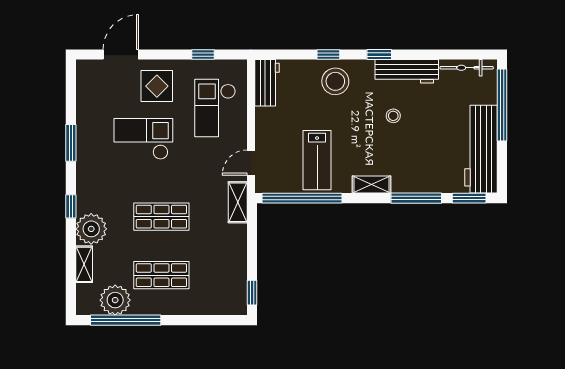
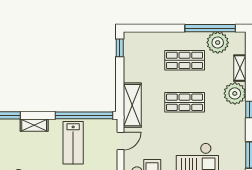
lab bench: (317, 160) -> (73, 143), turned 180
shelving: (238, 202) -> (132, 105), width x1.50, depth x1.33

